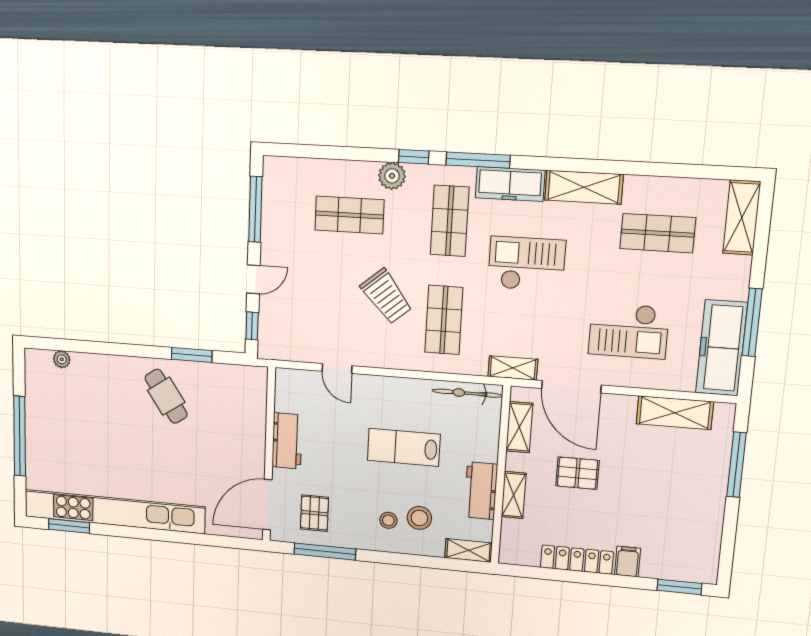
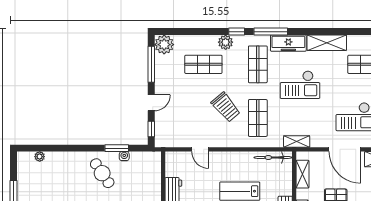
plant: (280, 174) -> (164, 45), added
checkout: (527, 264) -> (300, 85), turned 180
water cooler: (204, 370) -> (124, 156), added
door: (571, 387) -> (345, 149), moved

